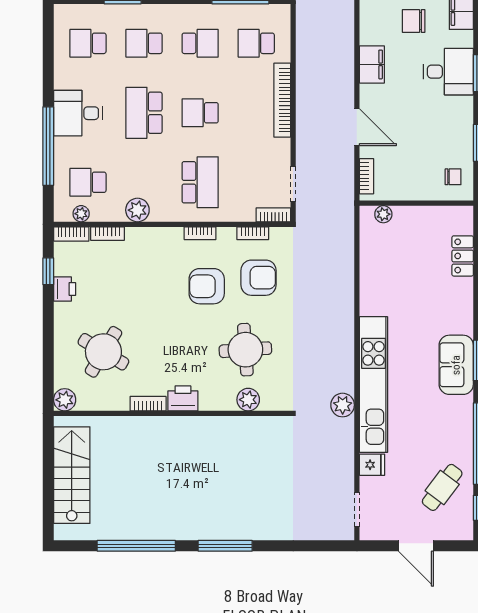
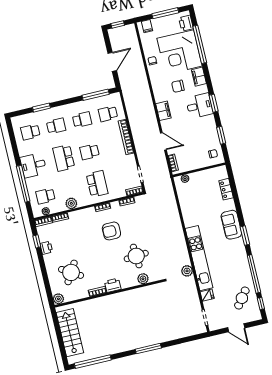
school desk: (144, 43) -> (56, 126), turned 180
armchair: (259, 278) -> (134, 221), removed
sofa: (456, 365) -> (231, 225), moved
window: (136, 546) -> (93, 362), moved

